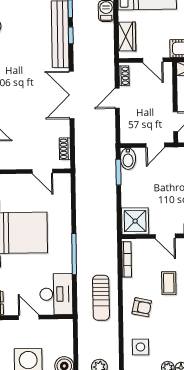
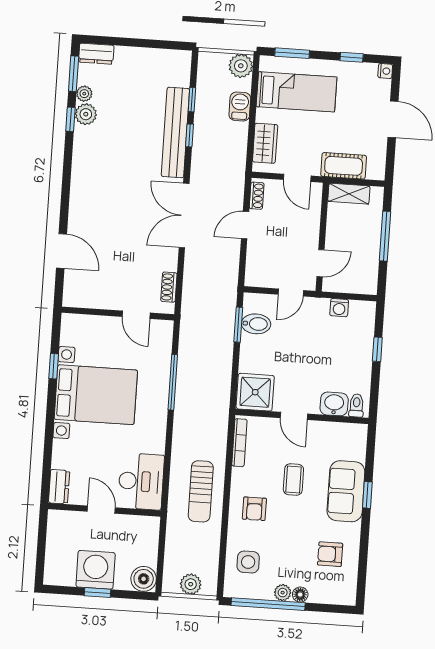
bidet: (128, 159) -> (256, 324), moved, turned -90
window: (74, 254) -> (173, 382), moved
armchair: (142, 307) -> (254, 509), turned 78

